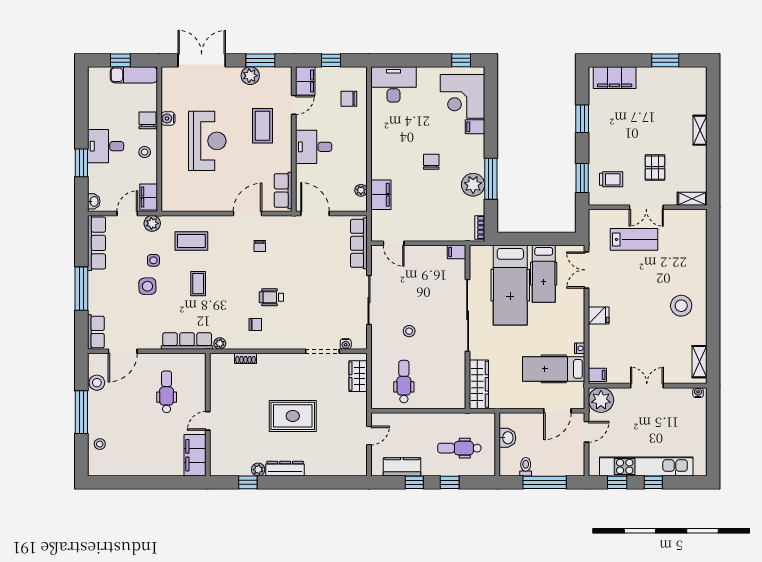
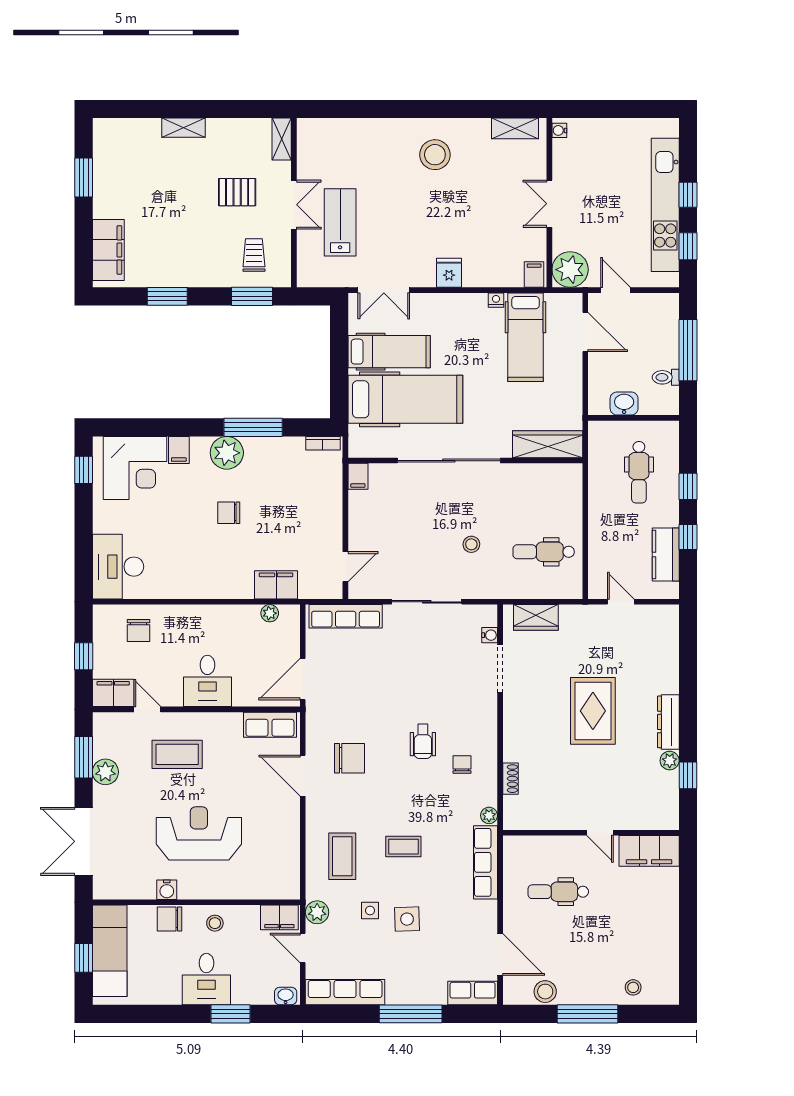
exam couch: (134, 75) -> (110, 951), width x1.36, depth x1.45
plant: (473, 185) -> (227, 453), moved
chair: (260, 246) -> (349, 758), width x1.87, depth x1.87

